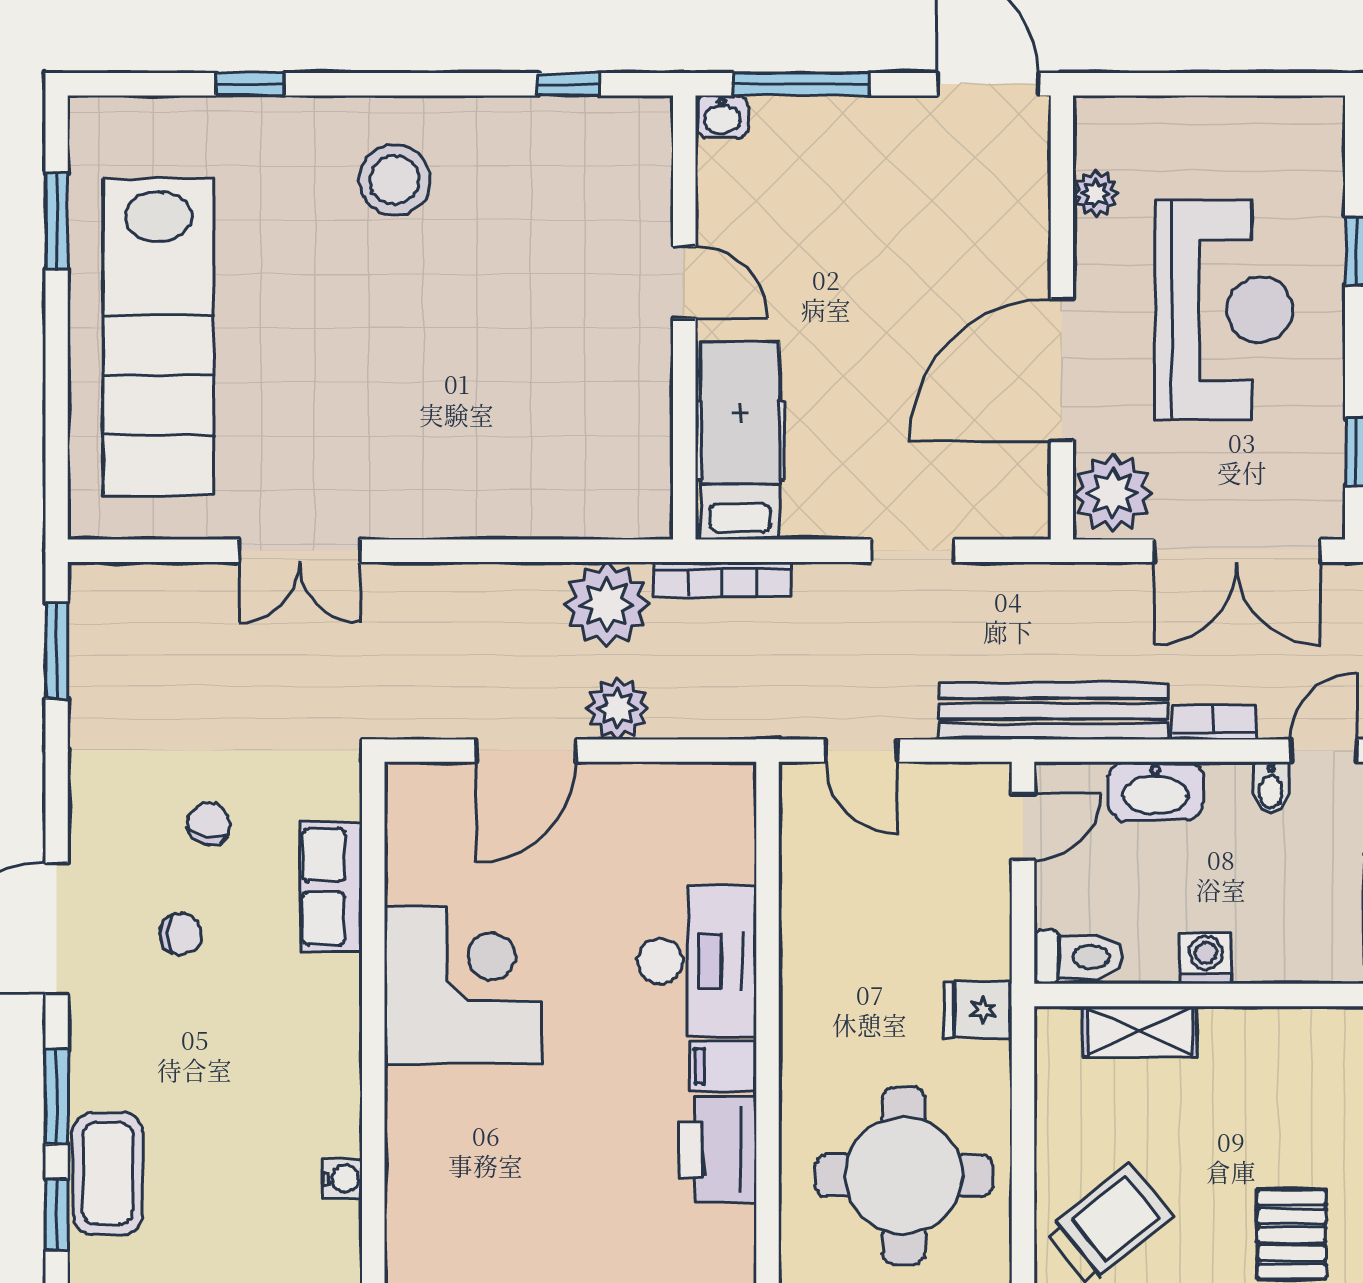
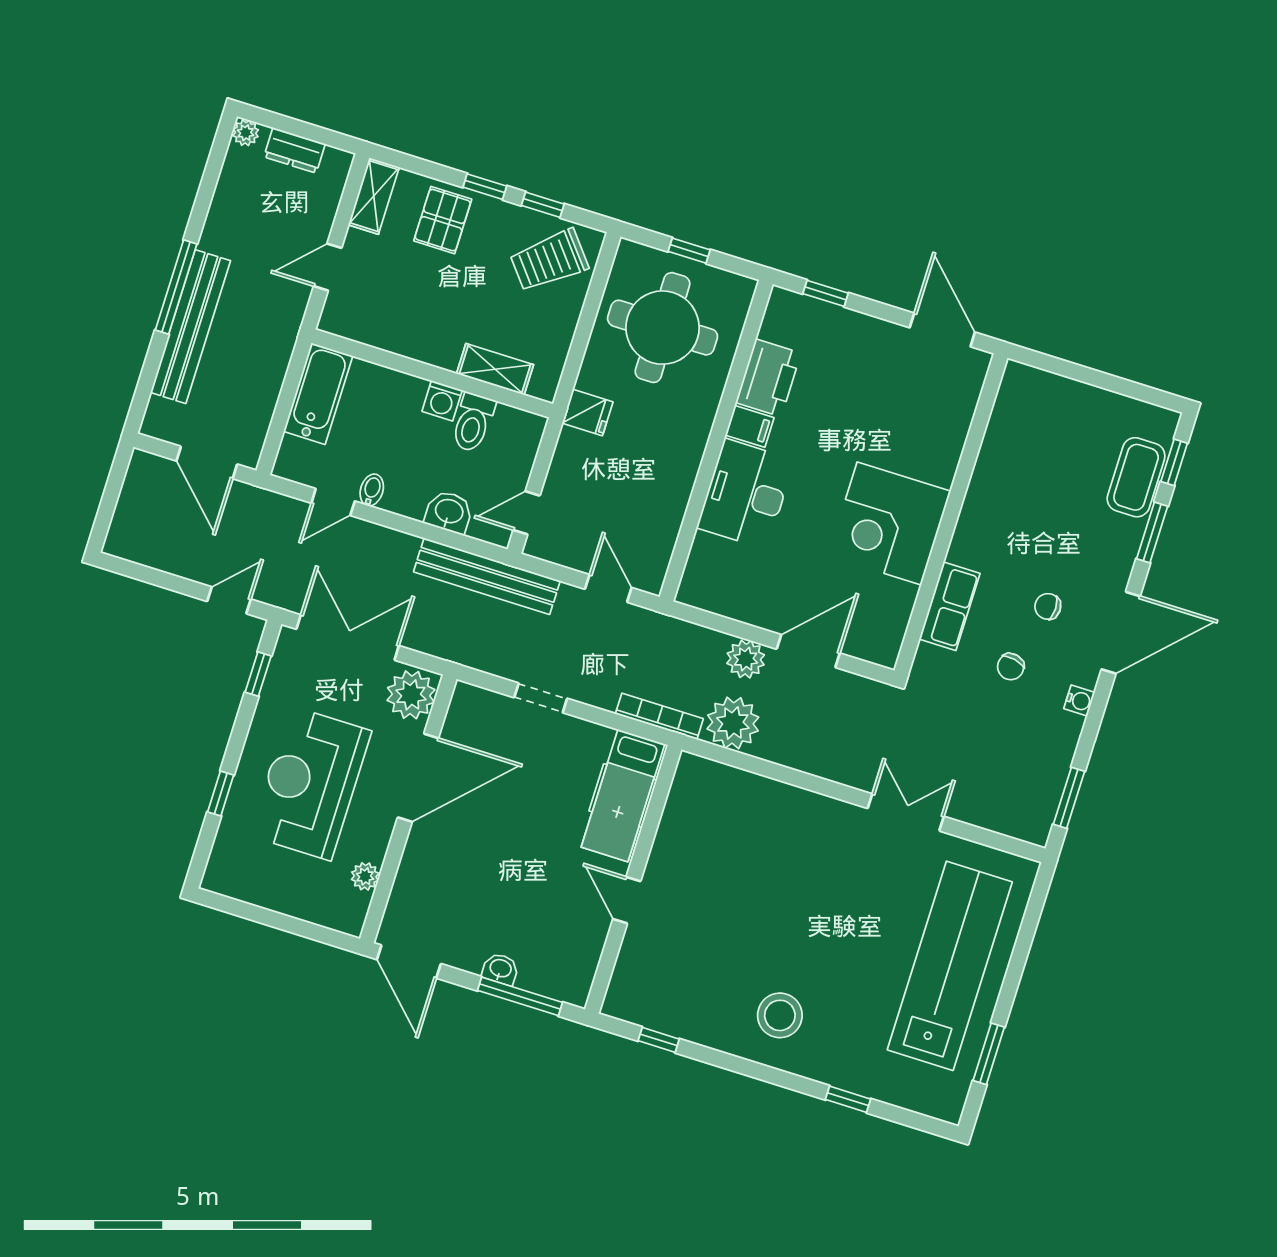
washbasin: (722, 117) -> (500, 969), moved
bookcase: (1214, 723) -> (393, 539), removed
washbasin: (1155, 791) -> (449, 512), width x0.72
toilet: (1079, 957) -> (473, 422), moved, turned -90
water cooler: (342, 1179) -> (1079, 701), moved, turned 180

